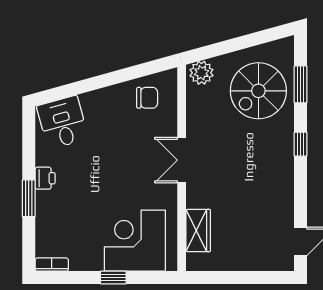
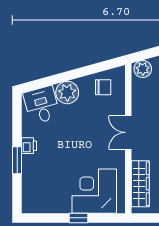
plant: (98, 105) -> (67, 93), added
wardrobe: (198, 230) -> (140, 184), width x1.50
bookcase: (52, 265) -> (34, 208), removed

